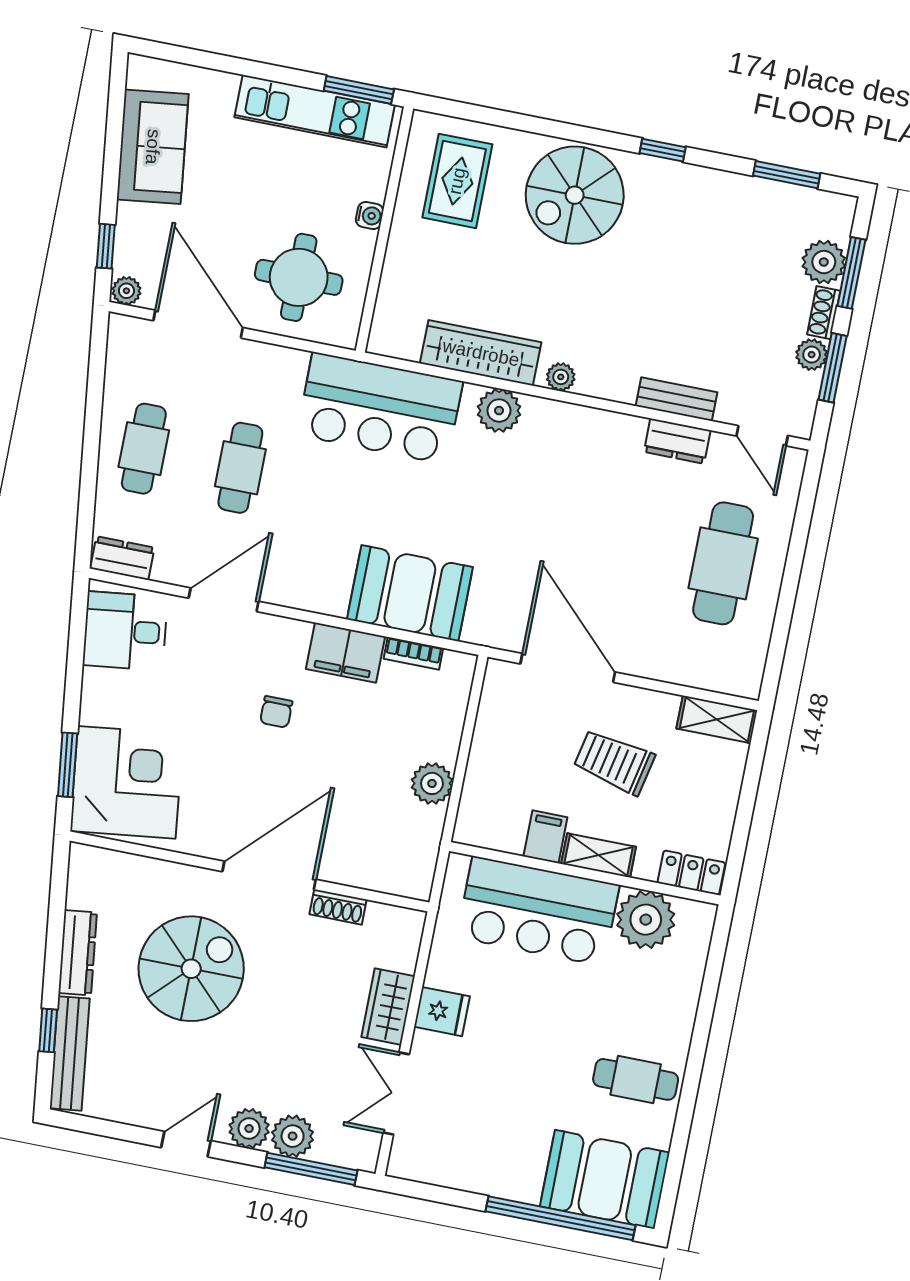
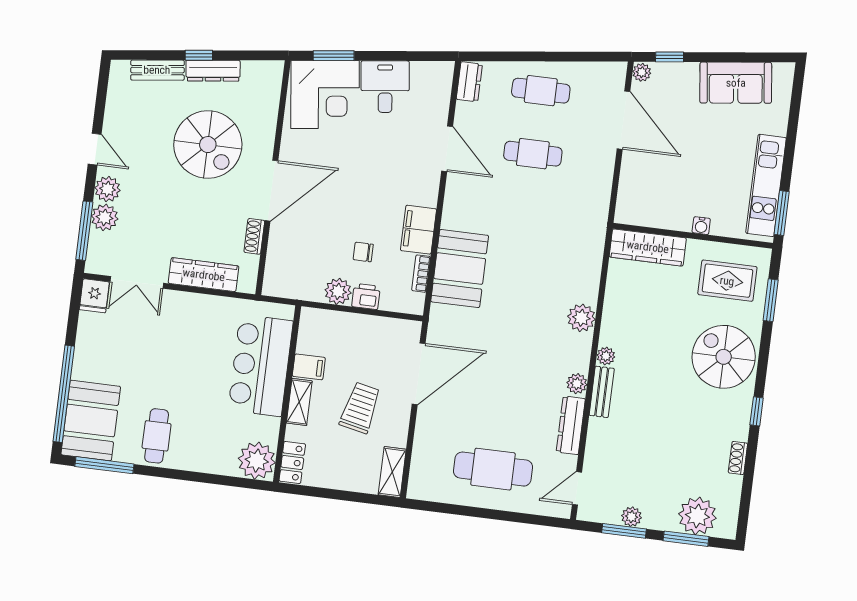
window: (787, 175) -> (771, 300), moved
plant: (824, 262) -> (697, 516), width x1.36, depth x1.36
round table: (299, 277) -> (658, 183), removed
shoe rack: (824, 313) -> (738, 458), moved, turned -90
door: (198, 324) -> (624, 120), hinge flipped
wardrobe: (481, 353) -> (648, 247), moved, turned 90
bench: (676, 399) -> (602, 392), moved
bar counter: (380, 408) -> (578, 241), removed
plant: (600, 425) -> (577, 384), added
dresser: (677, 441) -> (571, 425), width x1.44
desk: (125, 631) -> (385, 87), moved
chair: (276, 712) -> (363, 252), moved
printer: (443, 741) -> (366, 296), added
door: (269, 875) -> (271, 191), hinge flipped
plant: (646, 920) -> (257, 461), moved
wardrobe: (388, 1007) -> (204, 275), width x1.50
fridge: (442, 1012) -> (94, 296), moved
window: (48, 1030) -> (199, 55), moved
bench: (70, 1053) -> (157, 70), width x0.73
double door: (396, 1093) -> (137, 282), swing flipped
window: (675, 1163) -> (104, 465), added

